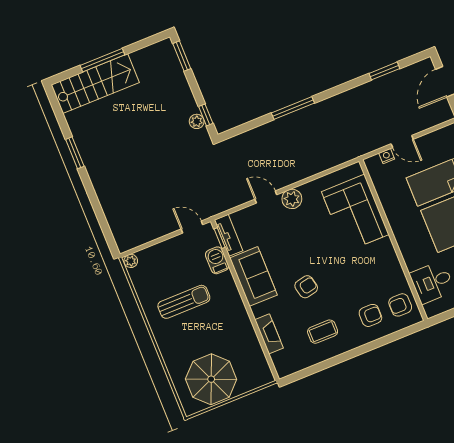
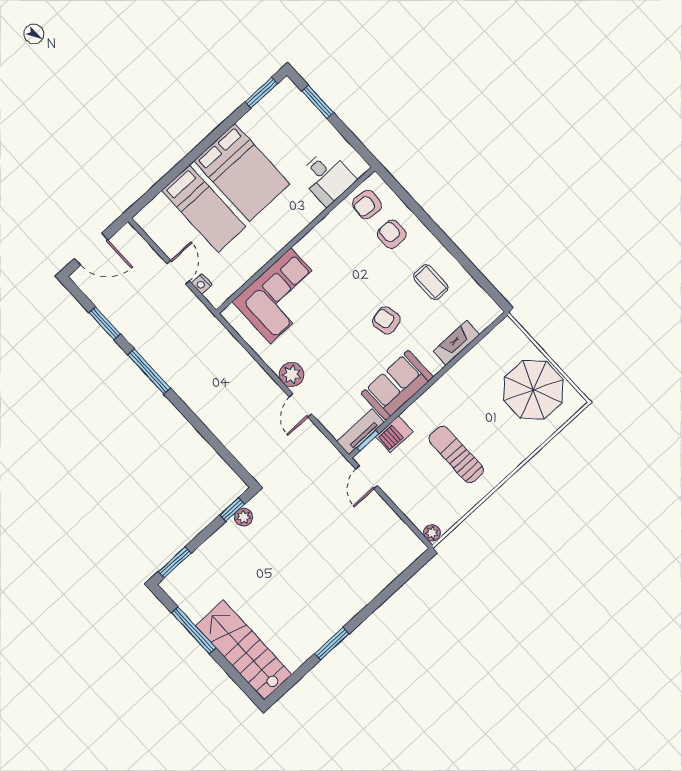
window: (102, 60) -> (194, 630), moved
window: (293, 108) -> (149, 372), moved
armchair: (400, 305) -> (367, 205), turned 95

